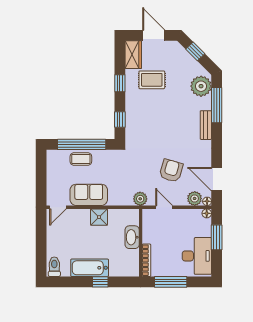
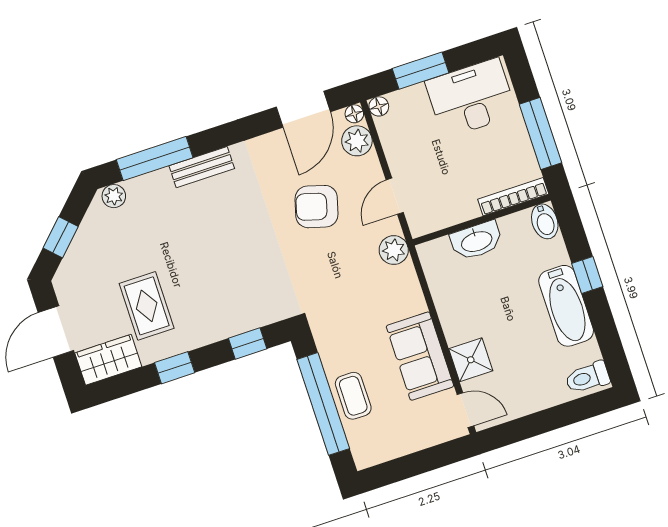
plant: (201, 86) -> (114, 196), width x0.53, depth x0.53
shower: (99, 217) -> (471, 360), moved
bidet: (131, 271) -> (545, 221), added

